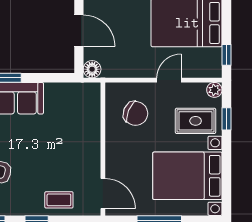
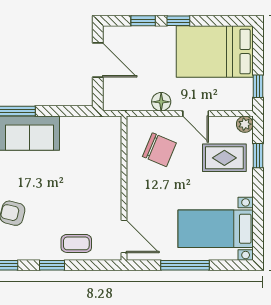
floor lamp: (92, 69) -> (161, 102), moved
door: (169, 80) -> (196, 114), swing flipped
bed with nightstands: (187, 176) -> (216, 229), width x0.73

